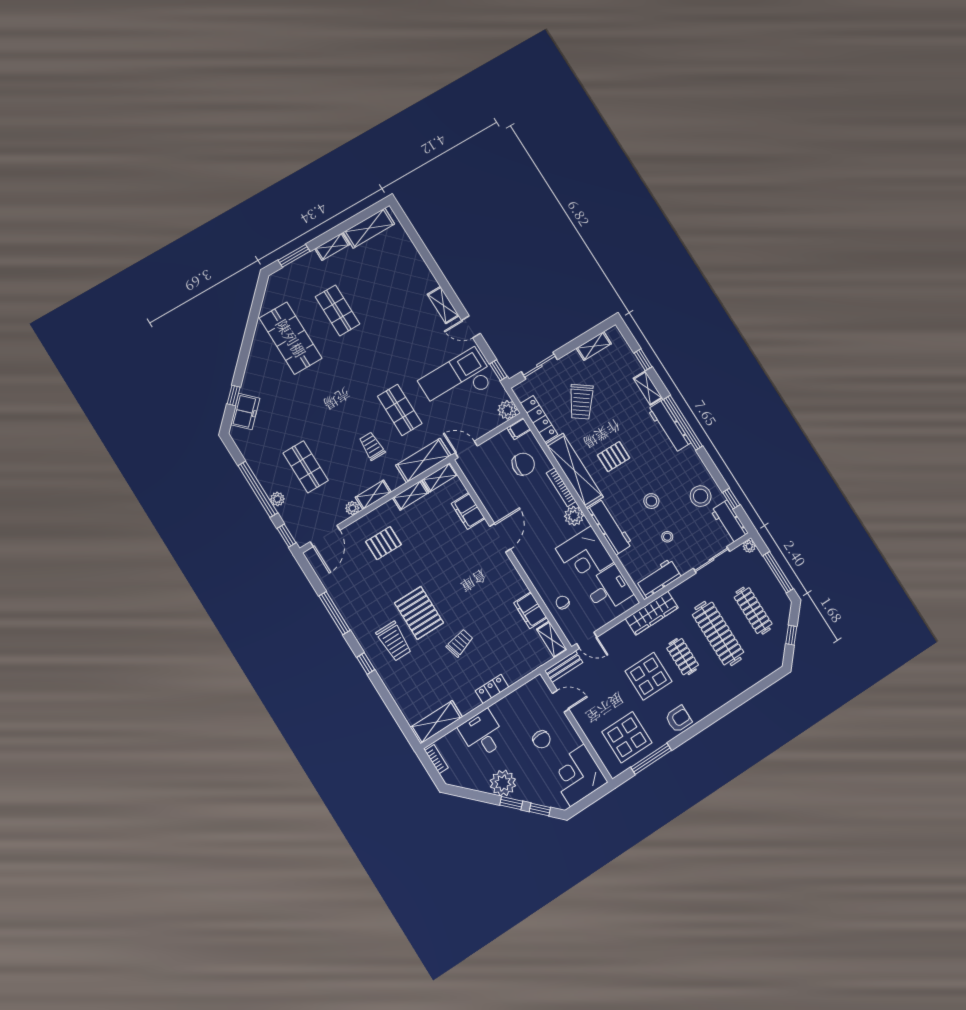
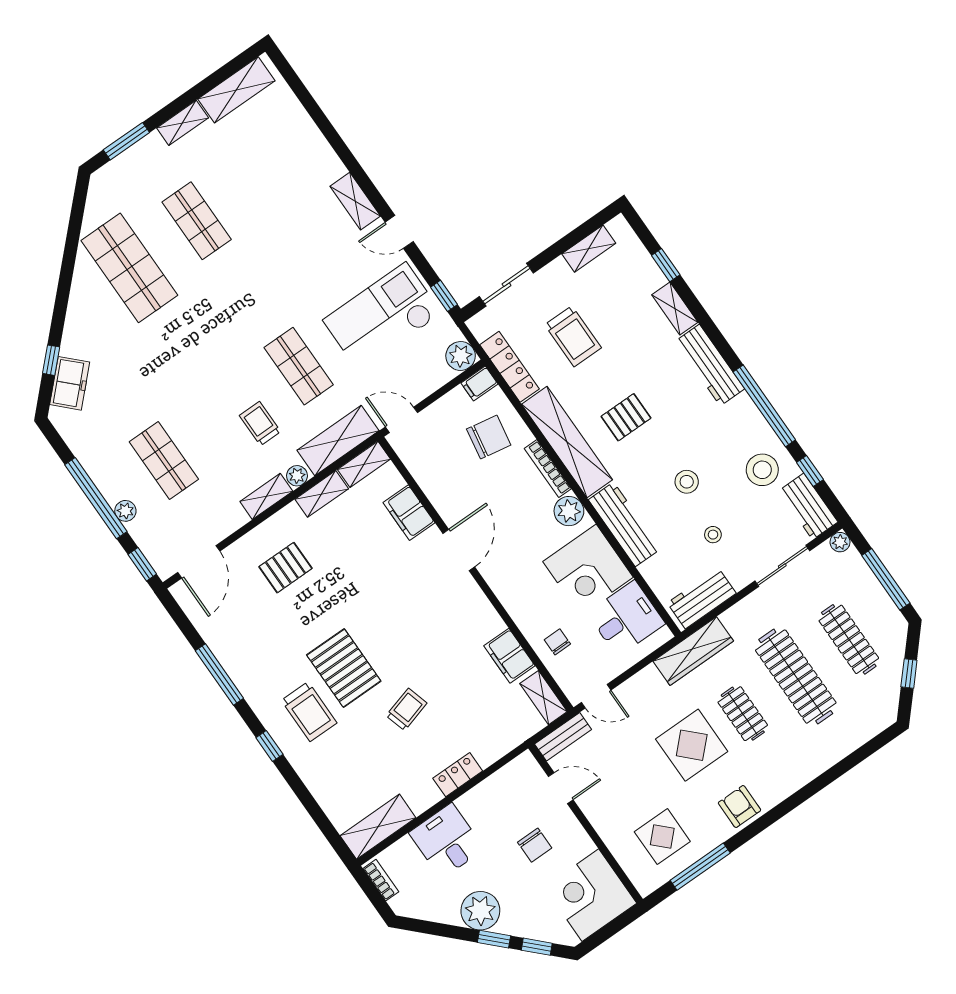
trolley: (581, 402) -> (573, 336), turned -36
window: (683, 423) -> (764, 406), moved
plant: (352, 508) -> (297, 476), moved
armchair: (679, 719) -> (739, 806), turned -90
display table: (627, 737) -> (662, 837), width x0.73, depth x0.73

